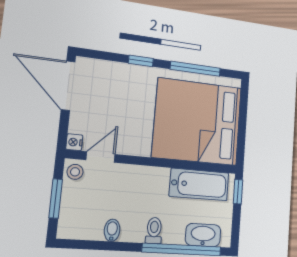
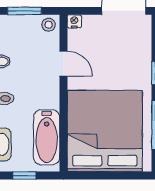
door: (101, 157) -> (63, 64), moved
window: (238, 192) -> (24, 176), moved

